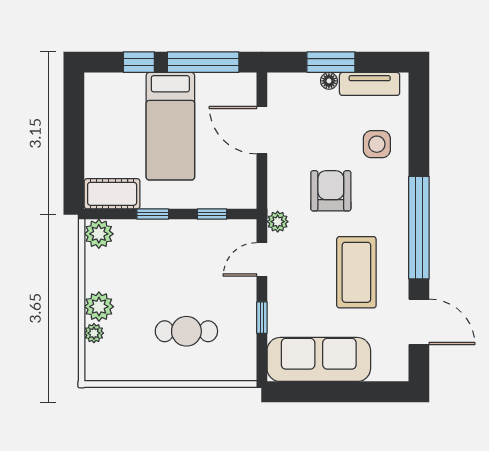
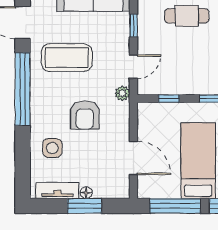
coffee table: (356, 272) -> (67, 58), turned 90

